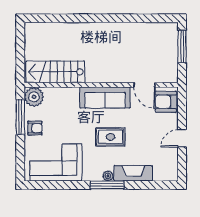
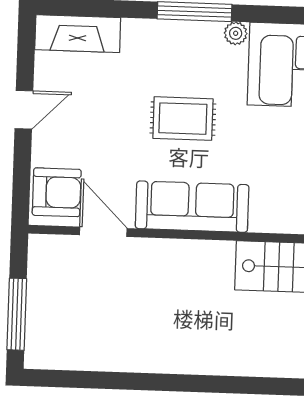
fireplace: (133, 173) -> (78, 34), moved
plant: (108, 176) -> (236, 33), moved

